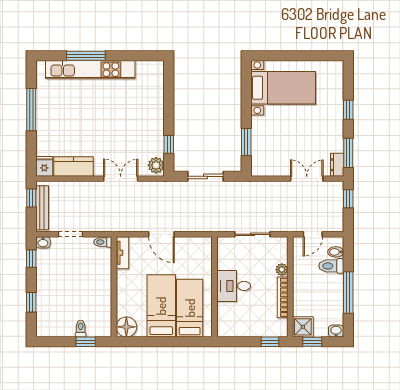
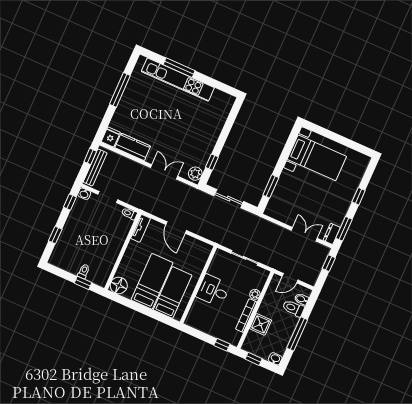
shower: (303, 327) -> (261, 324), moved

